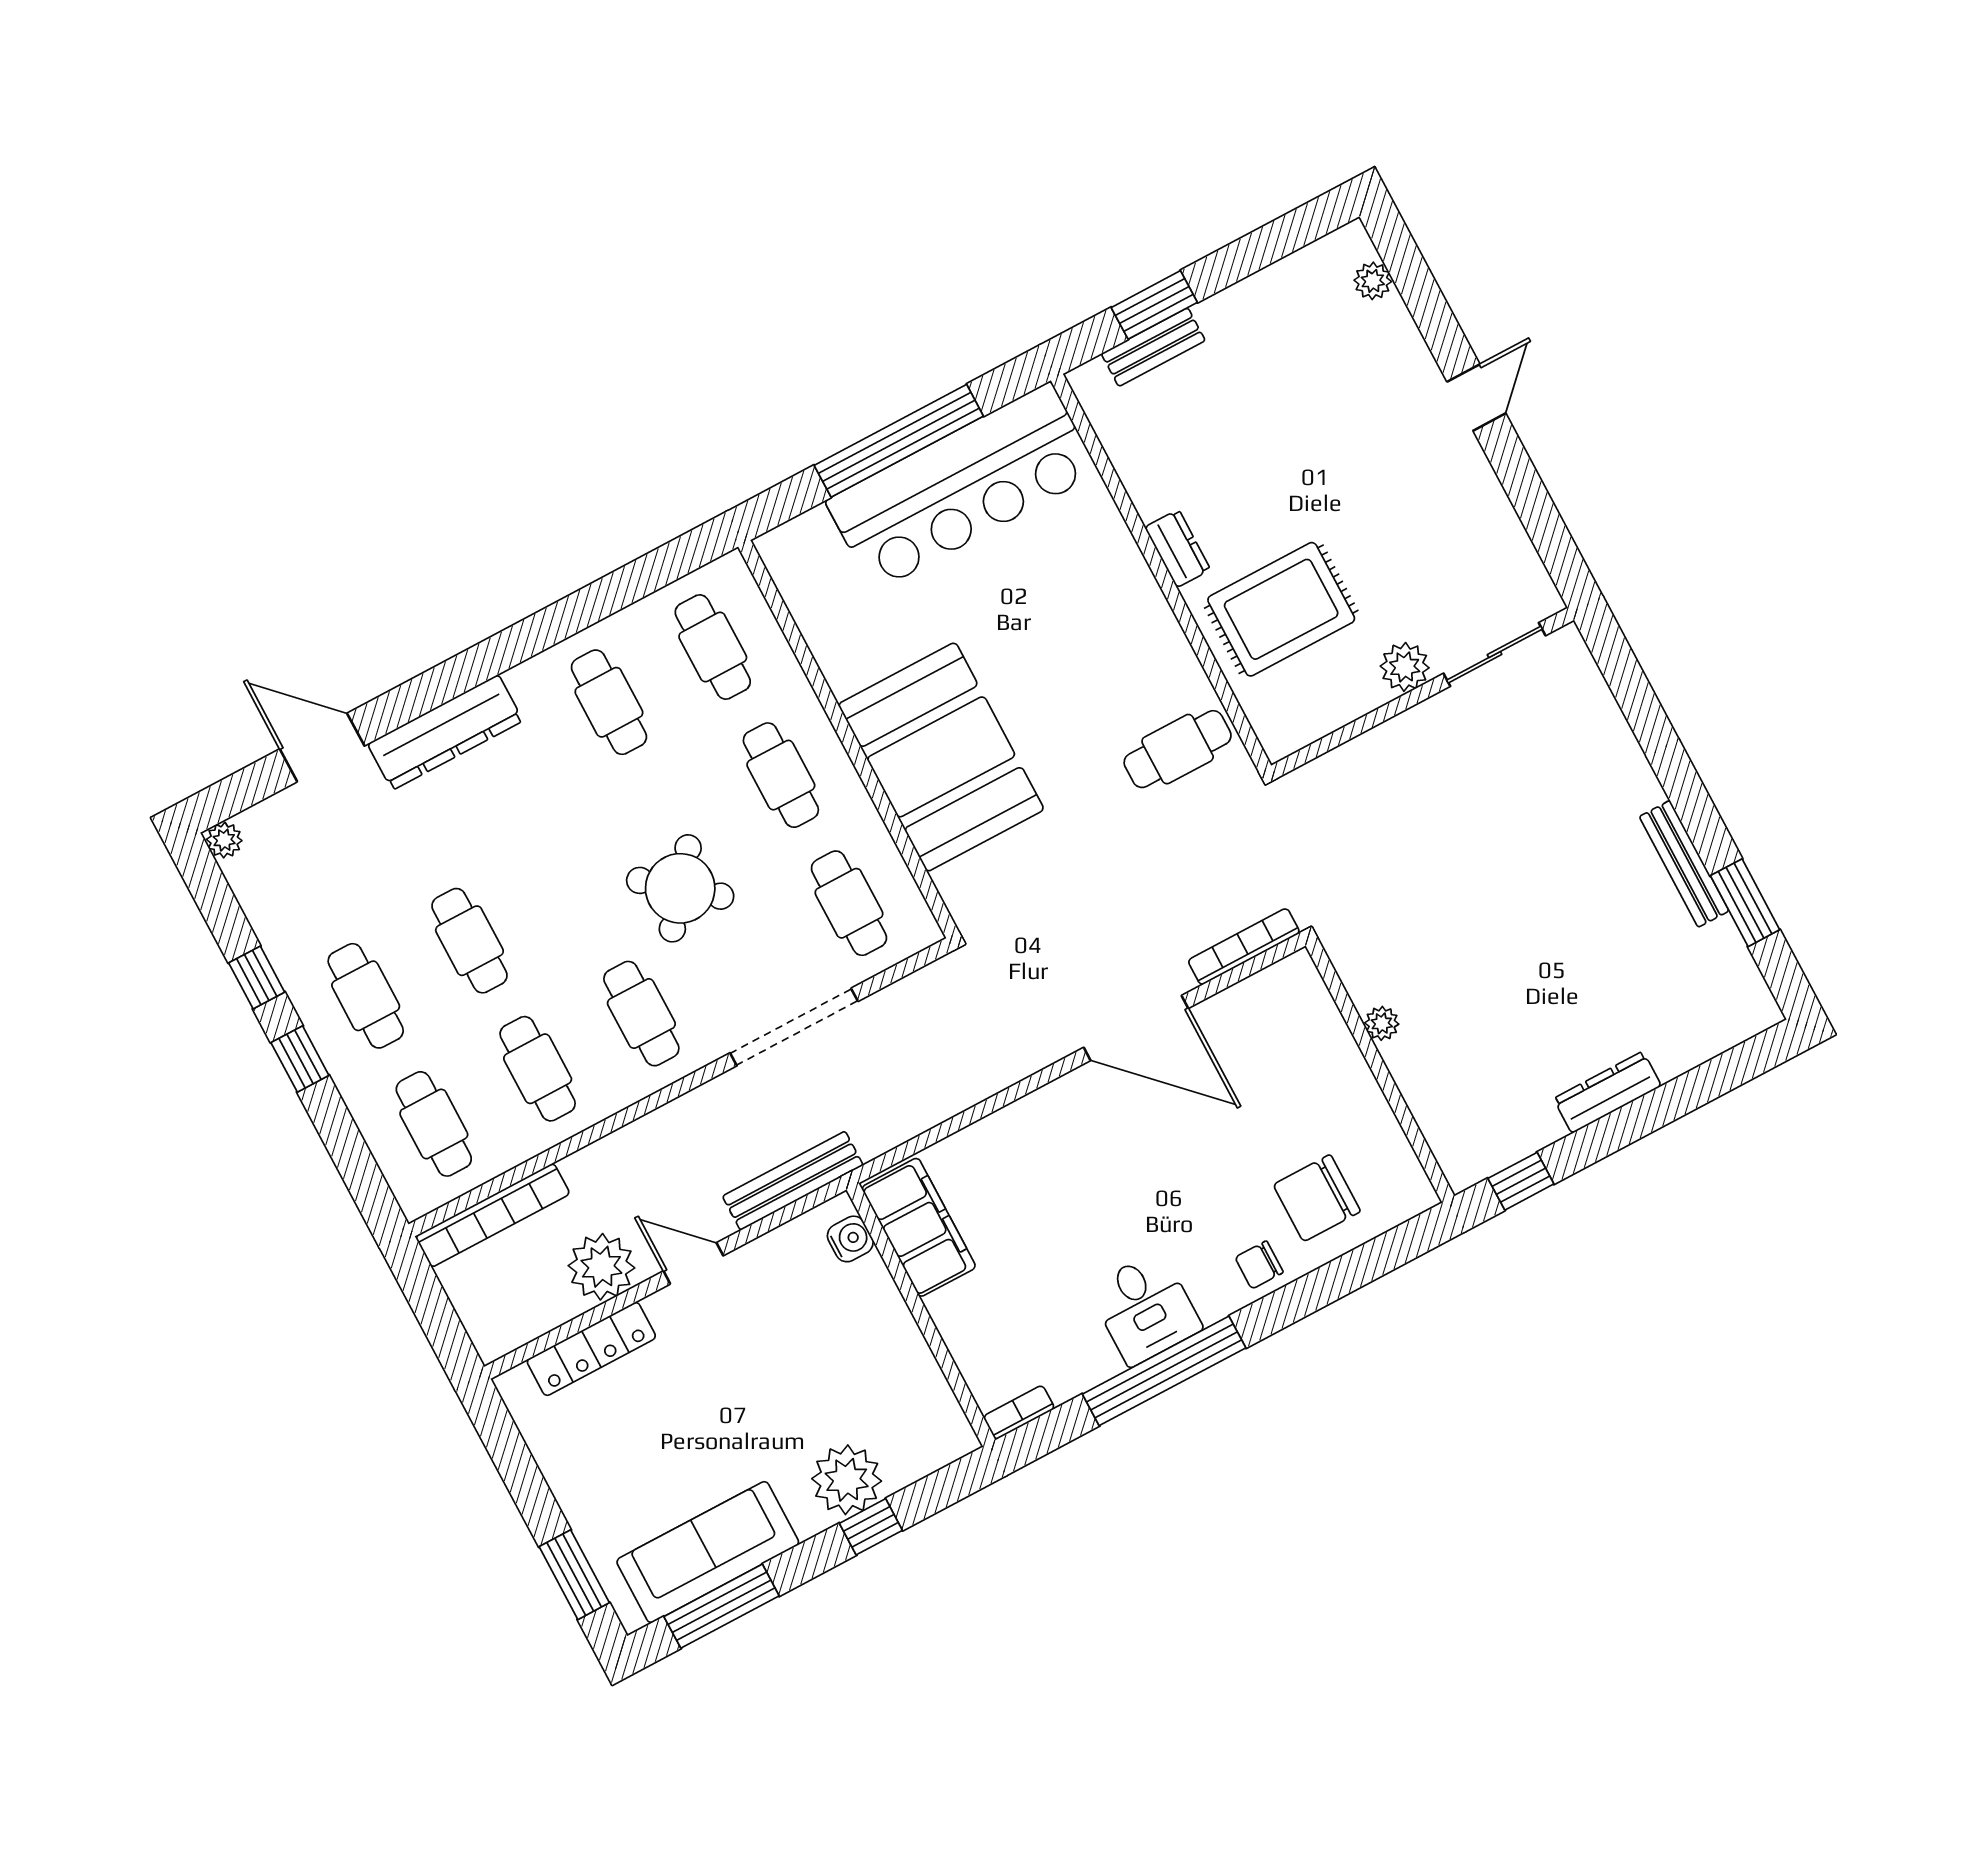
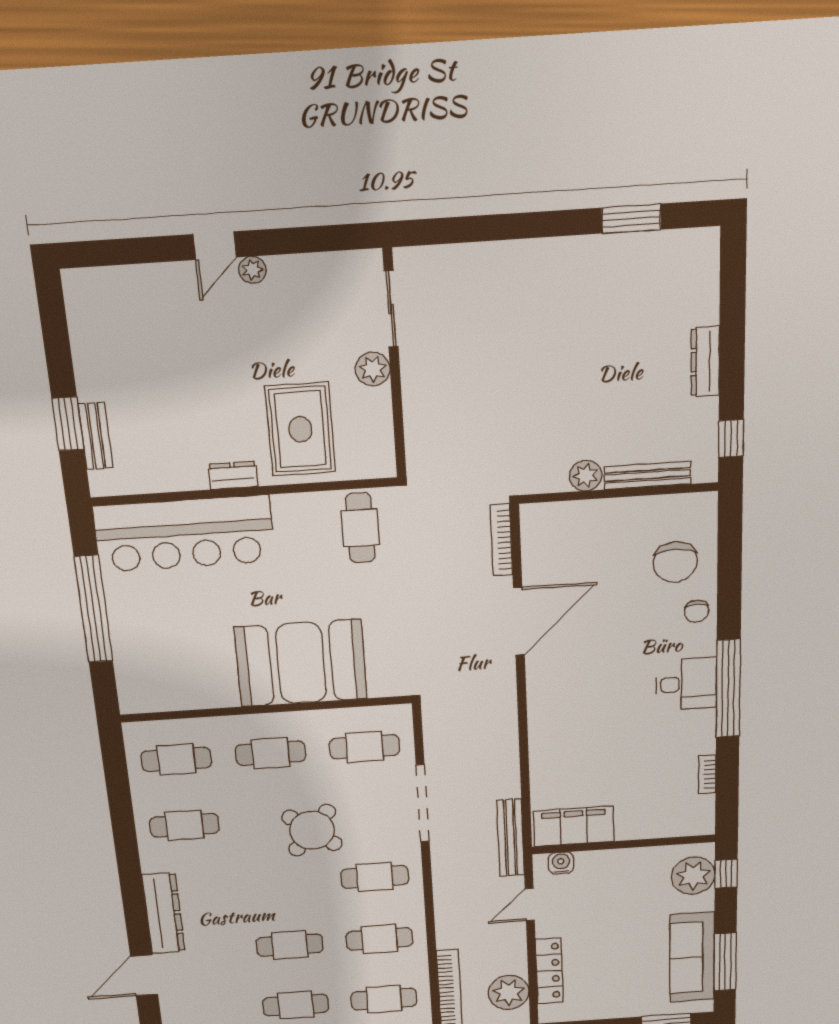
plant: (1373, 281) -> (252, 270), moved
door: (1476, 397) -> (215, 246), swing flipped
bar counter: (962, 487) -> (184, 534), moved, turned 90
bench: (1684, 864) -> (648, 475), moved
plant: (1382, 1023) -> (586, 476), width x1.38, depth x1.38
filing cabinet: (919, 1227) -> (574, 826), moved
water cooler: (850, 1239) -> (561, 863), moved
plant: (601, 1267) -> (509, 992), moved
wall: (921, 1315) -> (624, 844), moved

